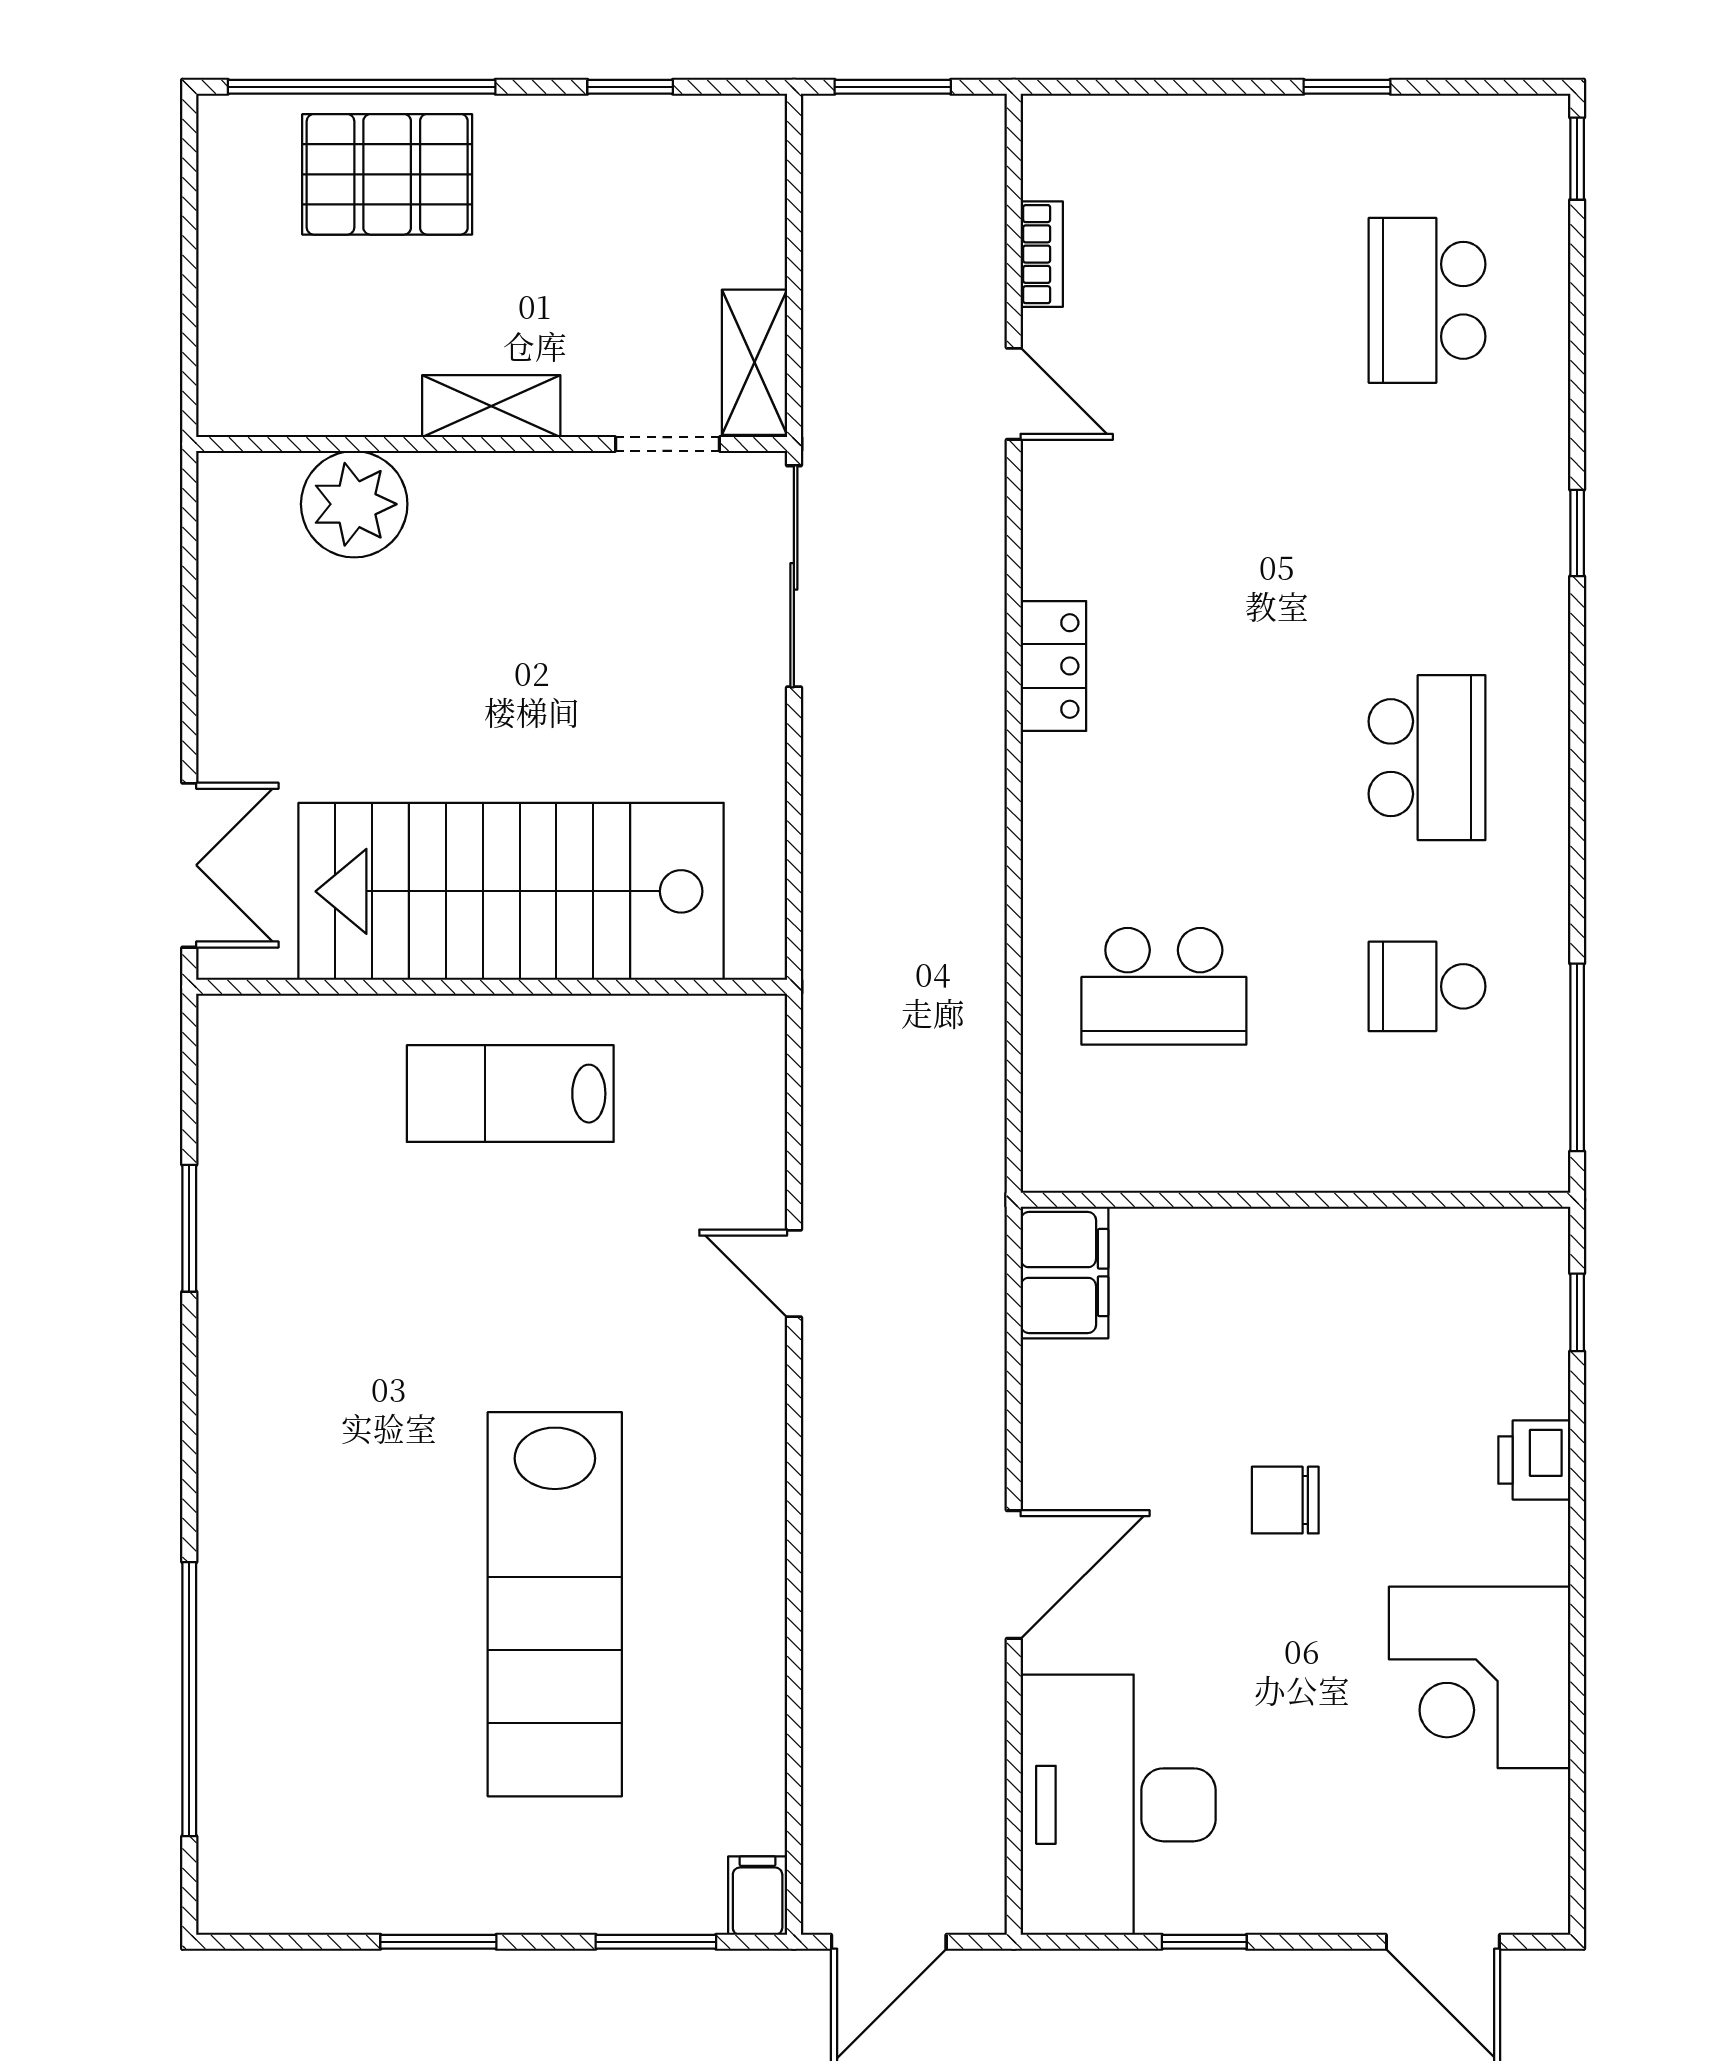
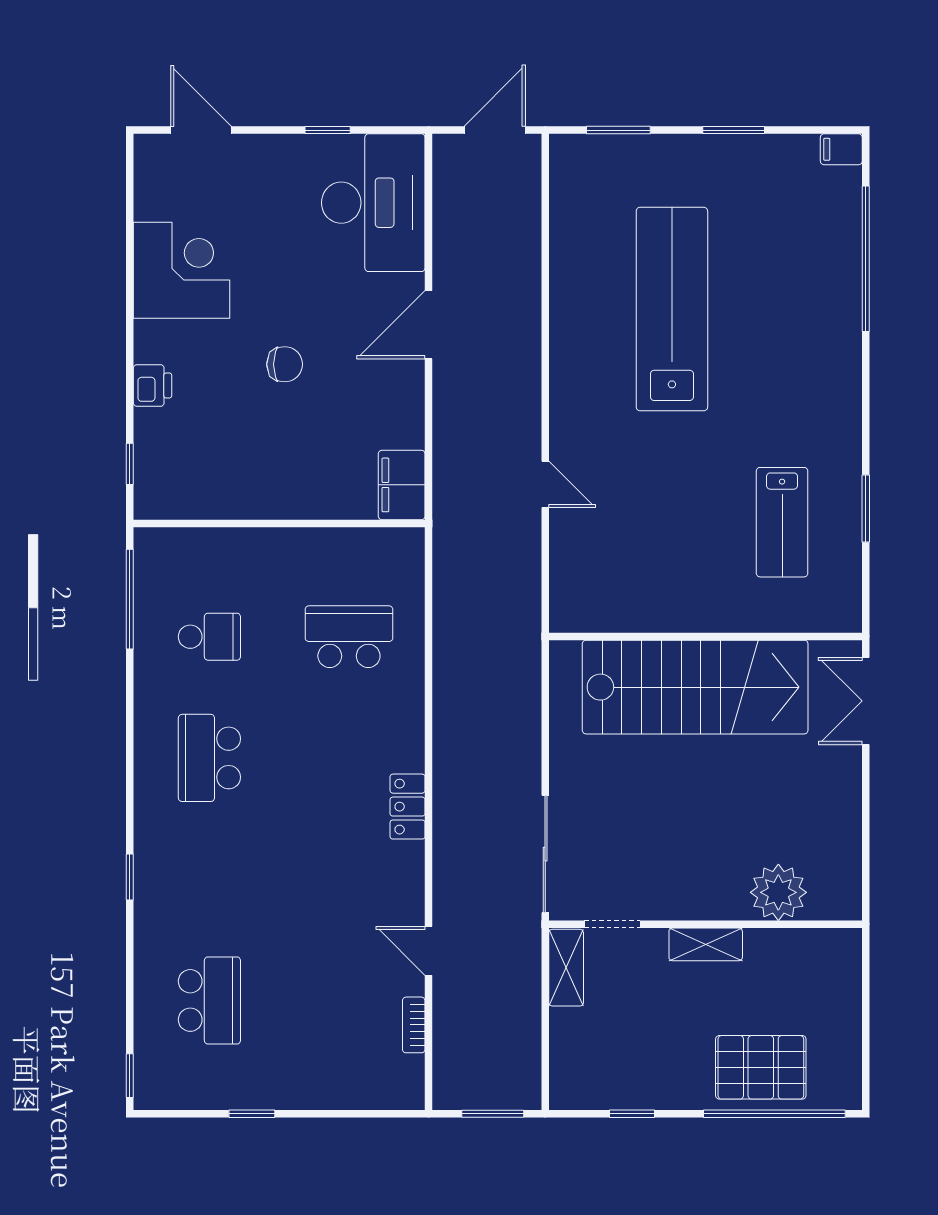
lab bench: (510, 1094) -> (782, 522), moved, turned 90
filing cabinet: (758, 1896) -> (841, 149), moved, turned 90

